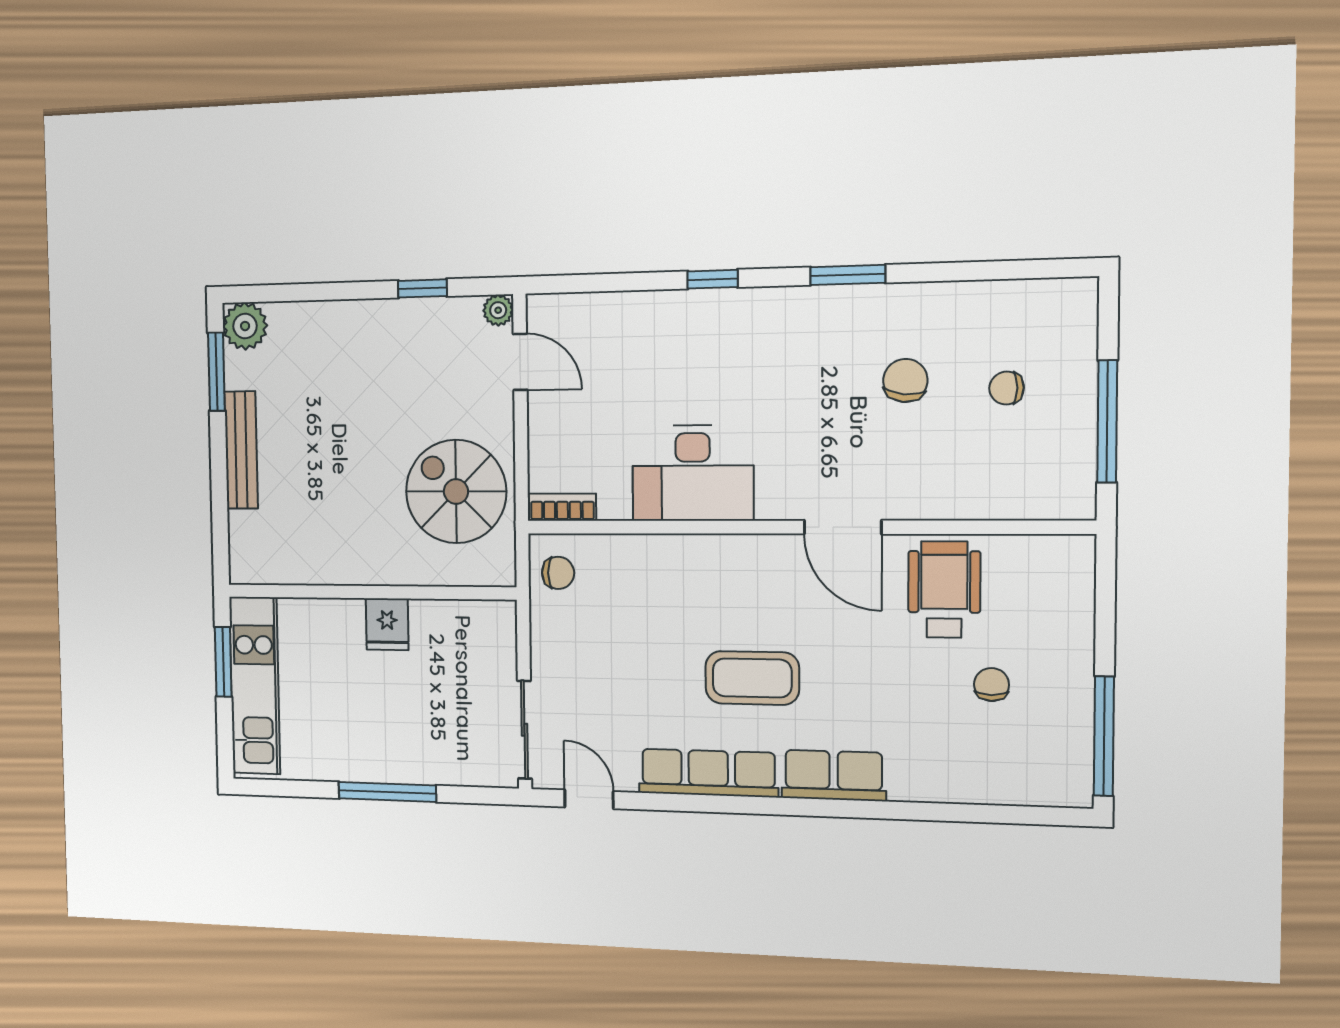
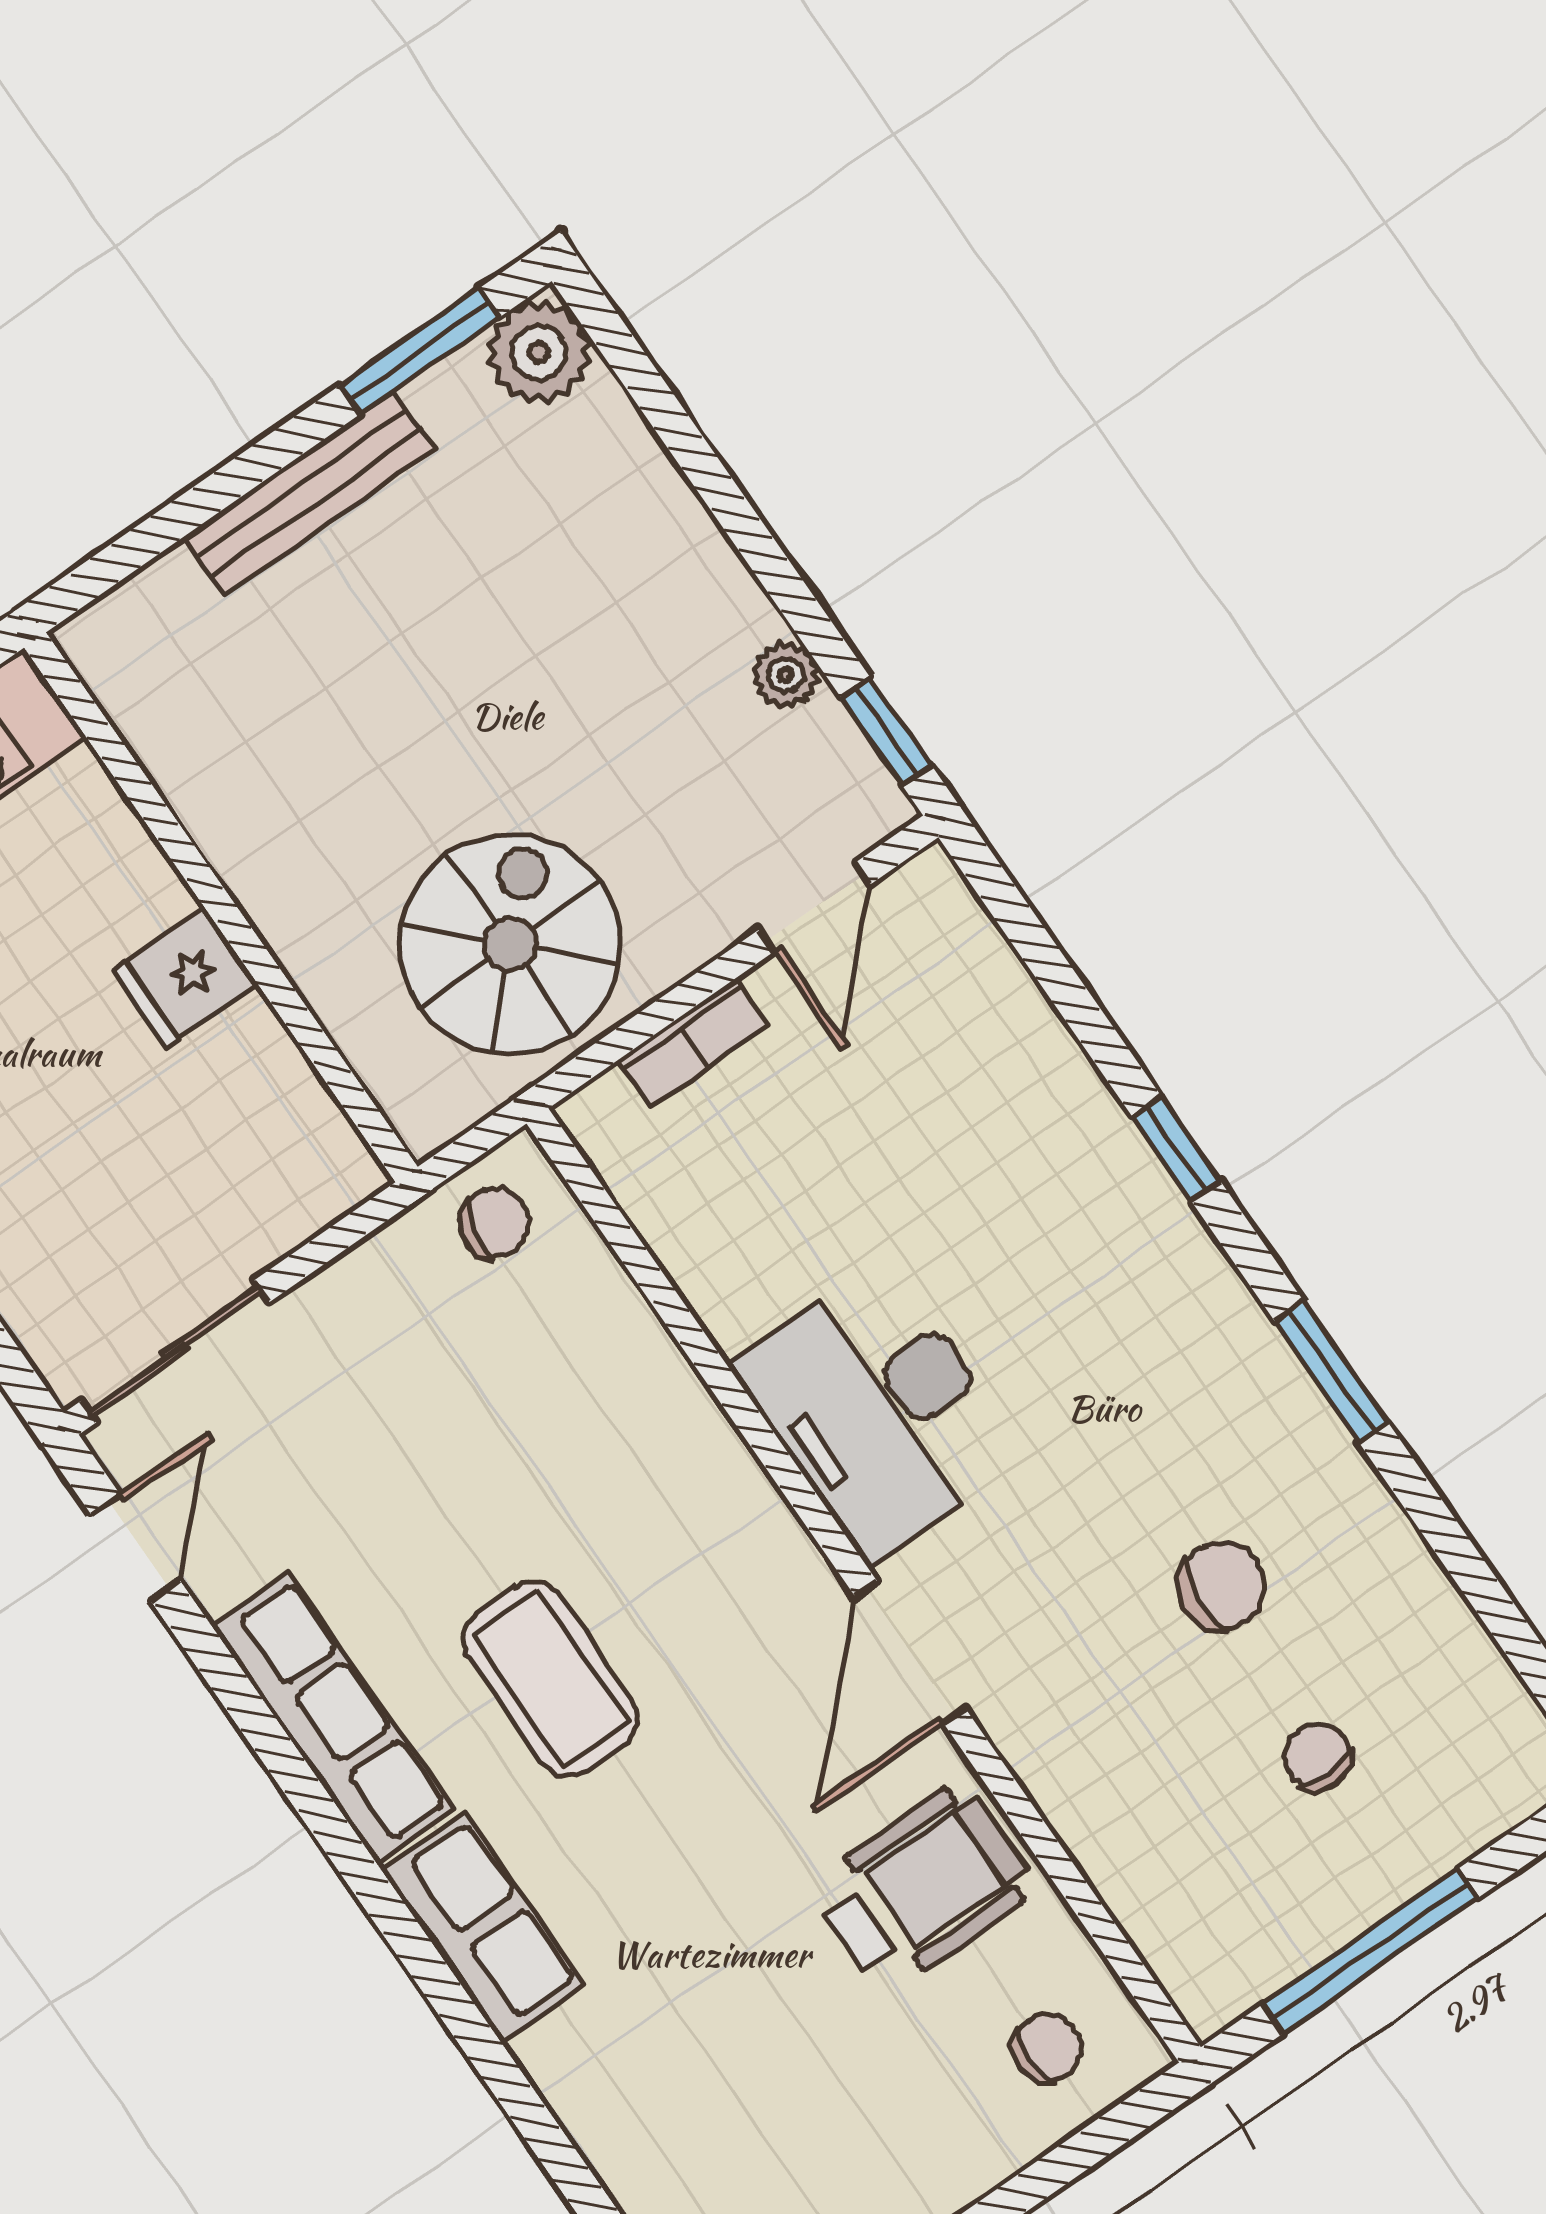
window: (422, 288) -> (886, 731), moved
plant: (498, 310) -> (786, 675), moved
desk: (693, 473) -> (878, 1411), moved
bookcase: (562, 507) -> (693, 1043), moved, turned 90
chair: (558, 573) -> (494, 1223), turned -76
chair: (992, 685) -> (1047, 2048), moved

